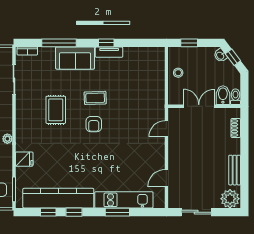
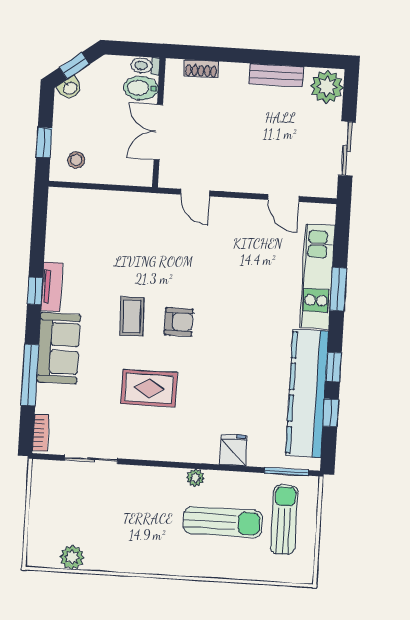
stool: (178, 73) -> (76, 160), moved

